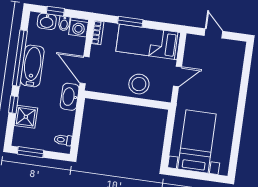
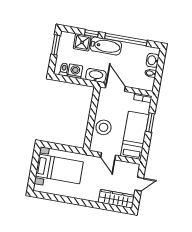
window: (55, 11) -> (160, 67), removed
washing machine: (79, 27) -> (75, 71), moved, turned 90
wardrobe: (234, 63) -> (116, 199), added
bathtub: (32, 66) -> (106, 46), moved
door: (85, 70) -> (115, 87), hinge flipped

